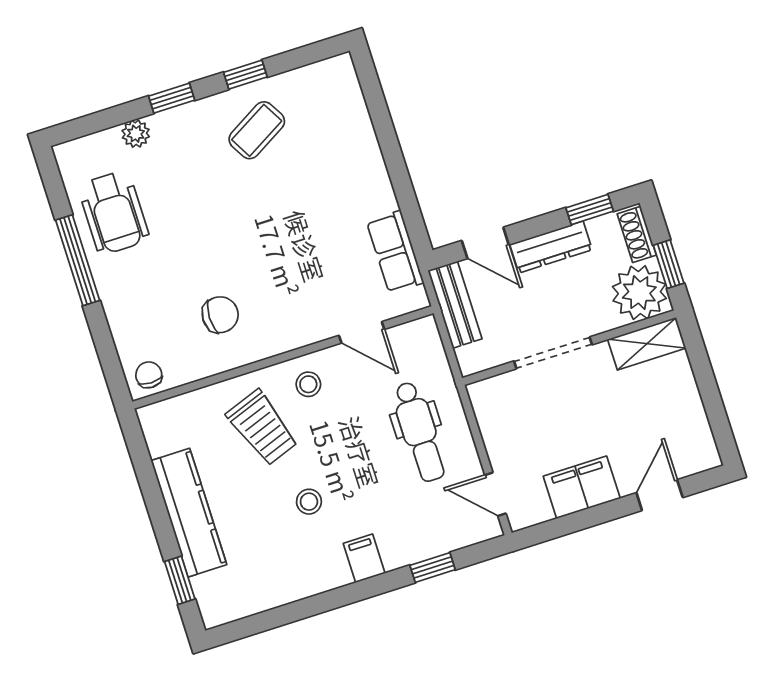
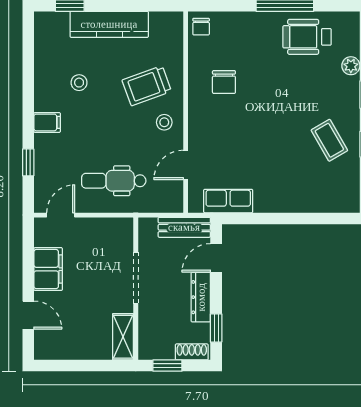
plant: (639, 293) -> (156, 342), removed
chair: (149, 375) -> (201, 27), turned 90
stool: (309, 502) -> (79, 83), moved

